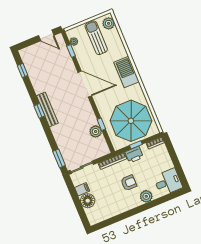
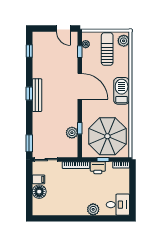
armchair: (129, 183) -> (83, 191), removed

